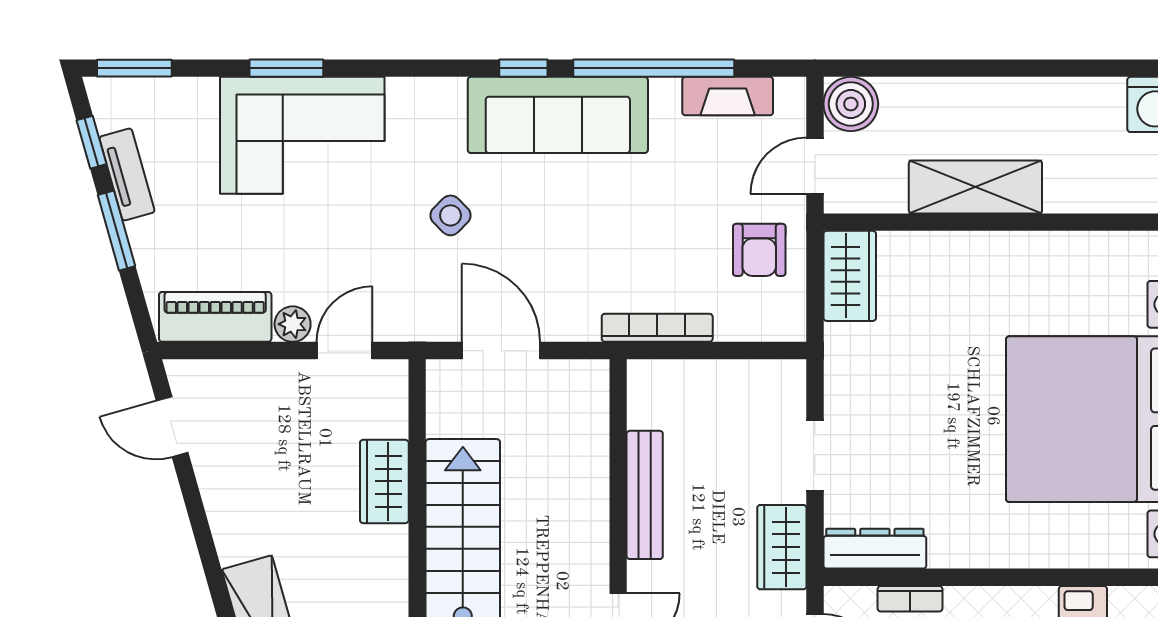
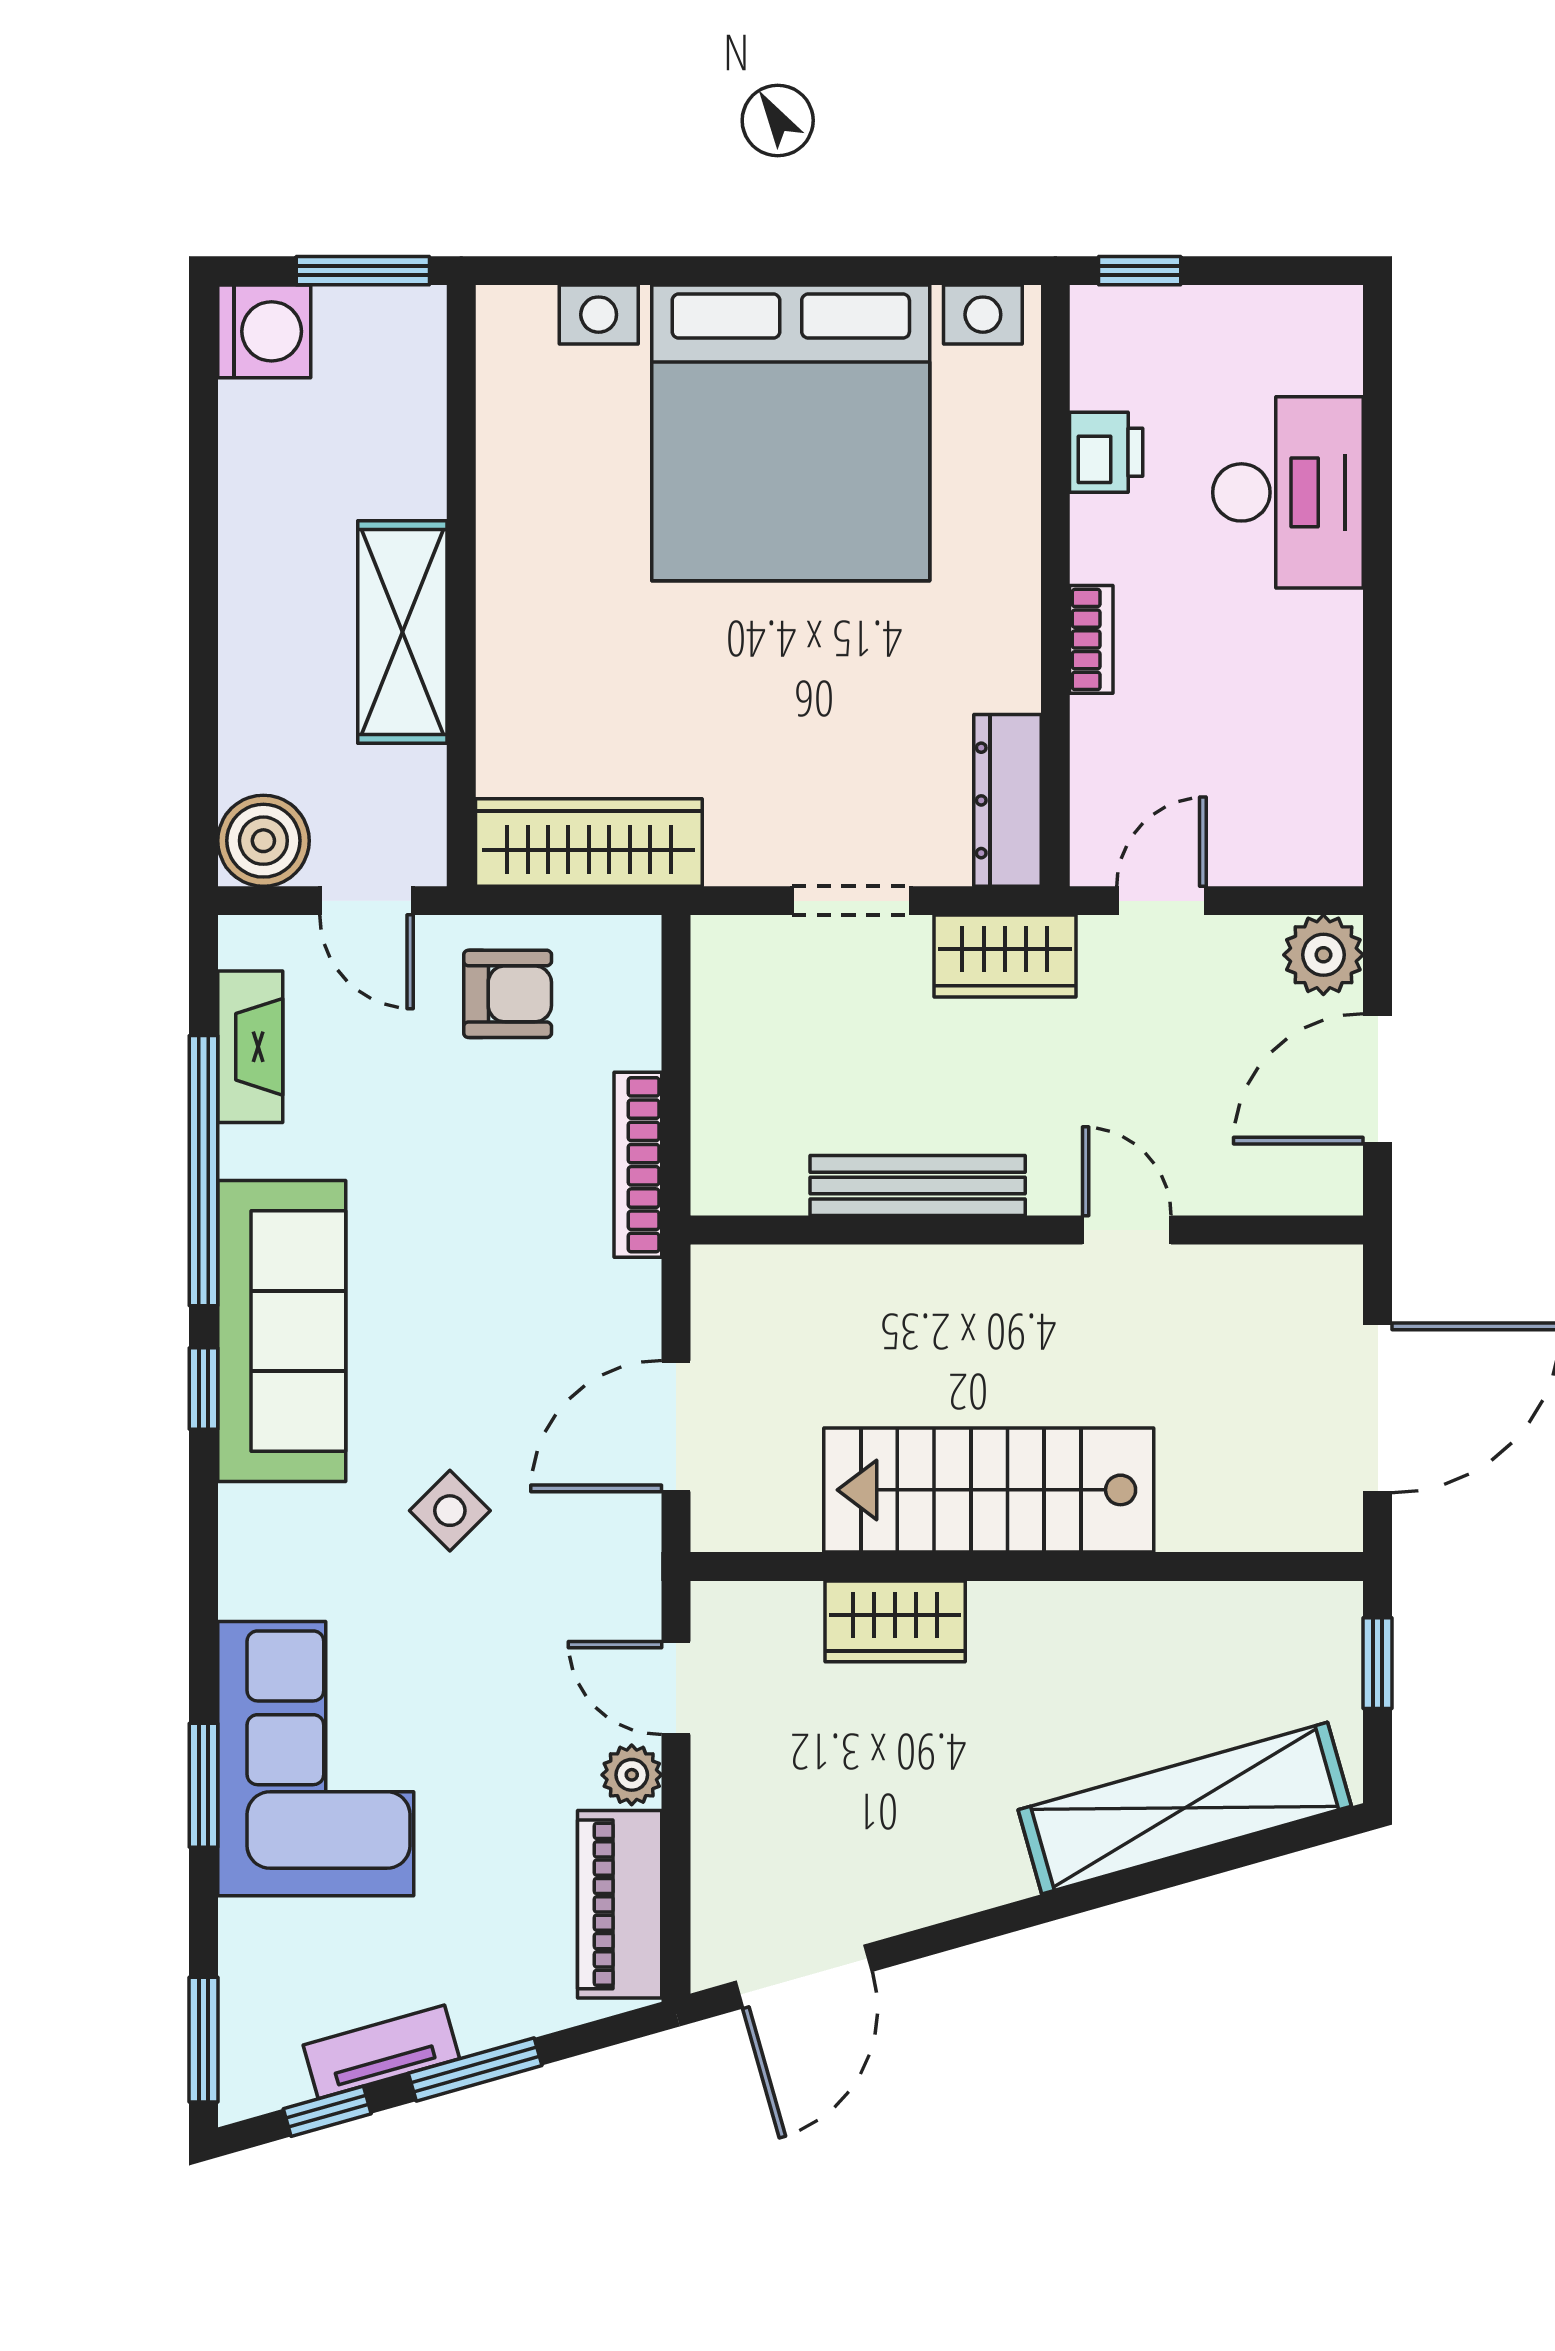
wardrobe: (850, 276) -> (589, 843), width x1.50
door: (172, 427) -> (804, 1976), width x1.38
bookcase: (910, 599) -> (1091, 639), moved

